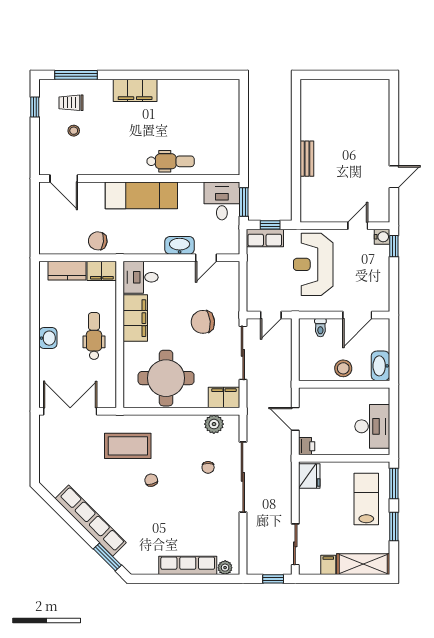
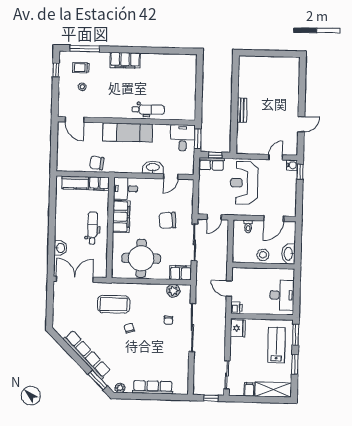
washbasin: (48, 338) -> (60, 248), moved
plant: (225, 568) -> (120, 388), moved

